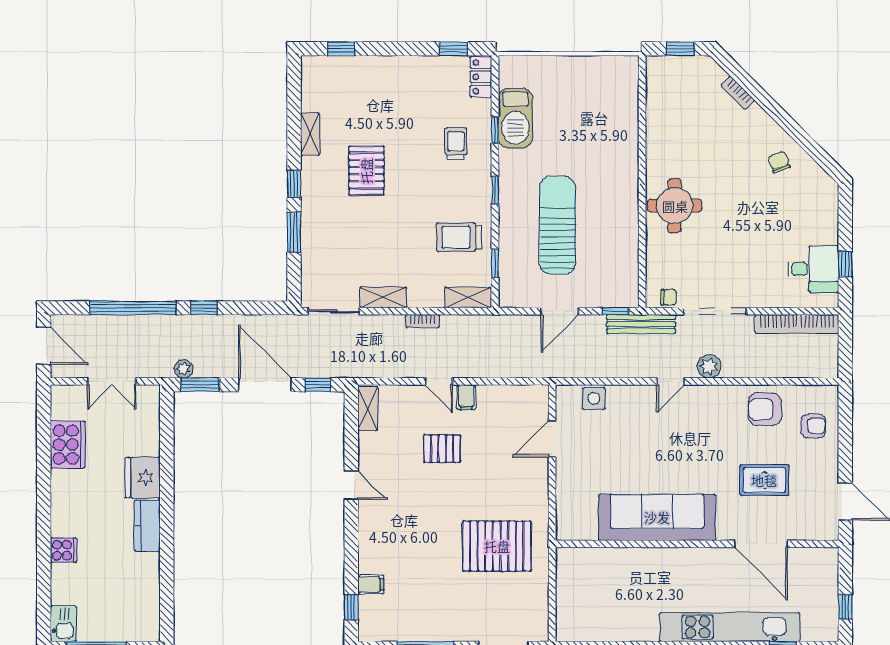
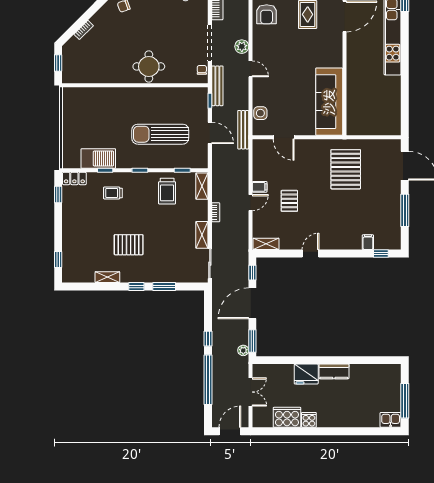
bench: (565, 369) -> (243, 130), added
sofa: (657, 517) -> (329, 102), moved
cooker: (63, 550) -> (309, 420), moved

